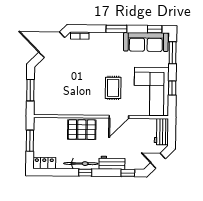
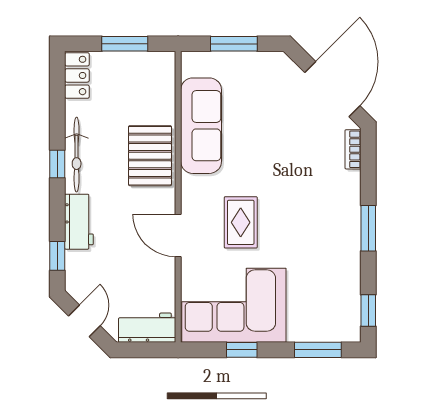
sofa: (146, 42) -> (201, 126), moved, turned 180
rug: (113, 88) -> (241, 222), turned 90

